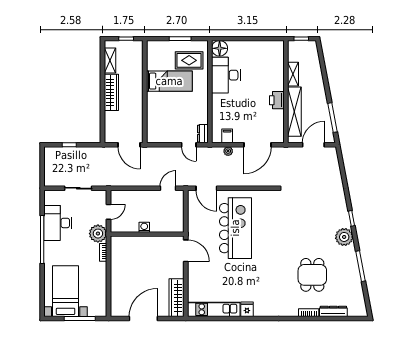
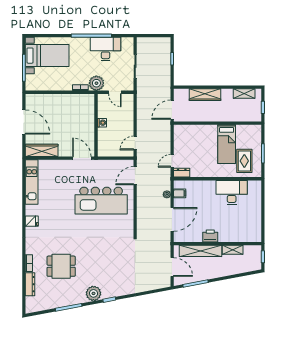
floor lamp: (220, 48) -> (255, 187), removed
wardrobe: (111, 92) -> (205, 95), moved
door: (257, 145) -> (172, 219), swing flipped
door: (168, 188) -> (135, 143), swing flipped
door: (186, 251) -> (82, 158), swing flipped
fridge: (247, 309) -> (32, 221), moved

